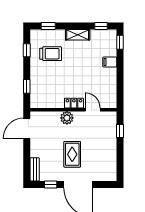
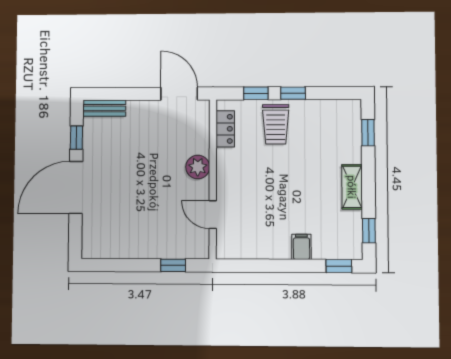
window: (27, 50) -> (293, 93), moved
trolley: (51, 54) -> (276, 124), moved
locker: (74, 103) -> (225, 129), moved
door: (93, 110) -> (213, 215), swing flipped
rug: (72, 154) -> (131, 177), removed

